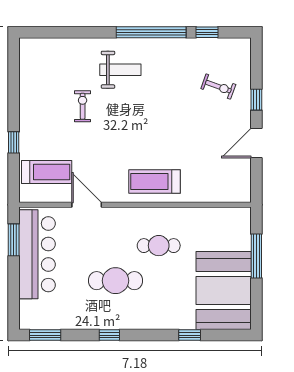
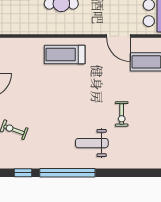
treadmill: (154, 181) -> (65, 54), turned 180

